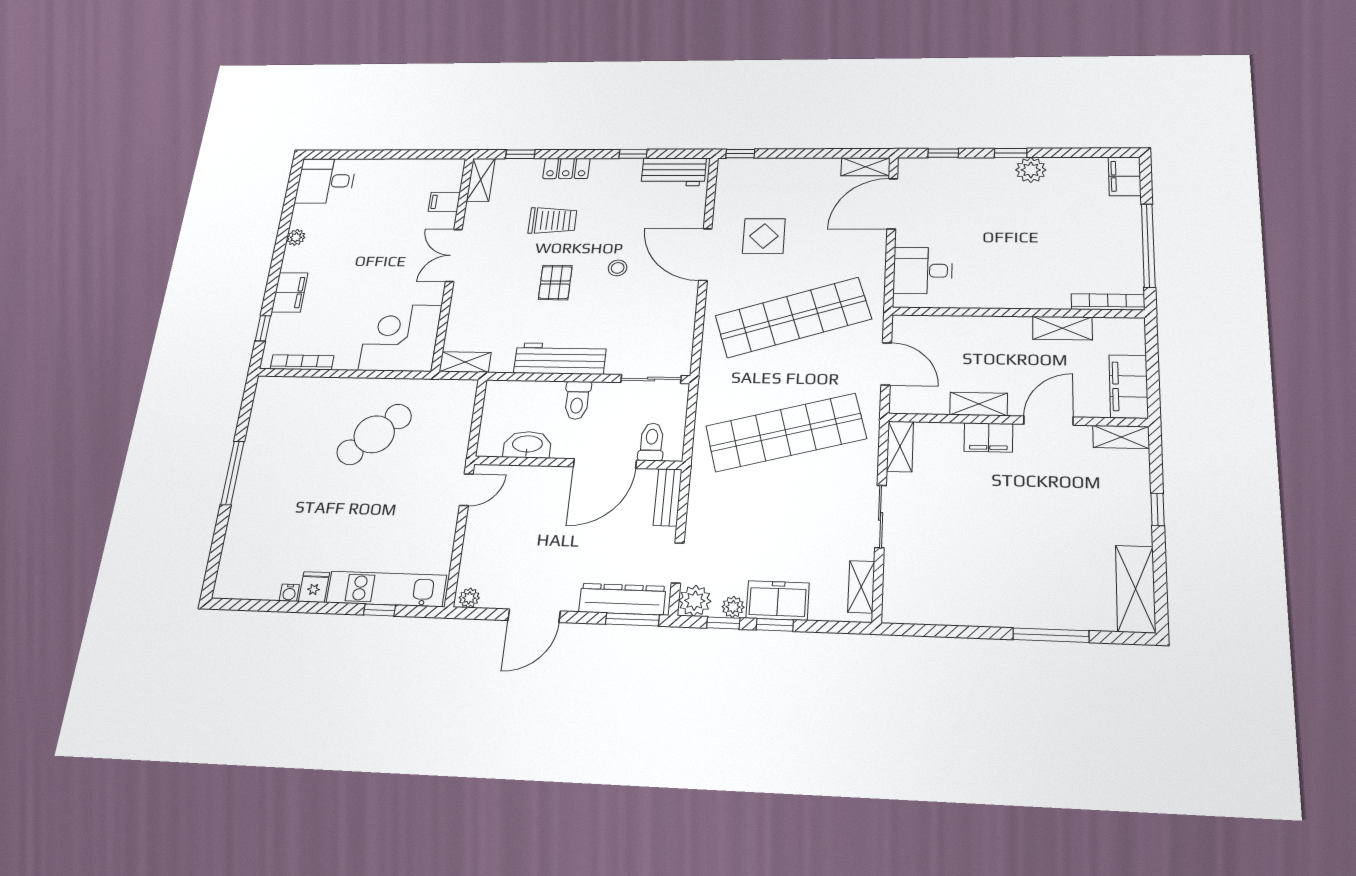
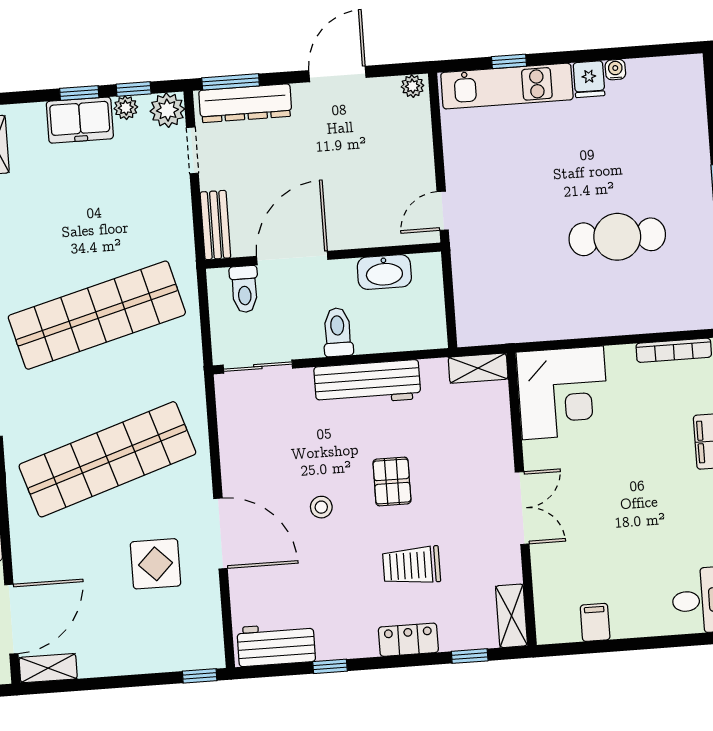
filing cabinet: (444, 202) -> (595, 622), moved, turned -90
cafe table: (374, 434) -> (617, 237), moved, turned 43

